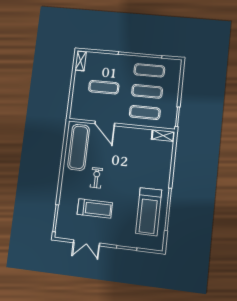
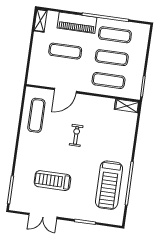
piano: (114, 61) -> (77, 23), added
door: (105, 123) -> (65, 91), hinge flipped
exercise mat: (79, 147) -> (36, 115), width x0.73, depth x0.69
exercise bike: (96, 178) -> (76, 135), moved
treadmill: (95, 208) -> (53, 181), turned 180

